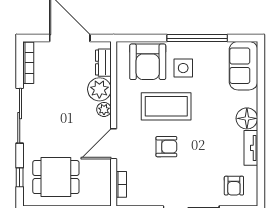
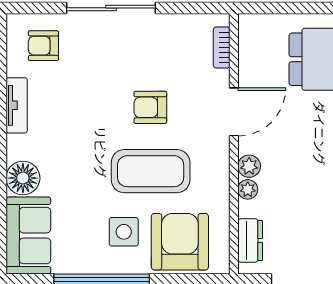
plant: (99, 89) -> (248, 189), width x0.53, depth x0.53
floor lamp: (247, 118) -> (23, 178), moved
armchair: (234, 186) -> (43, 46), turned -90

